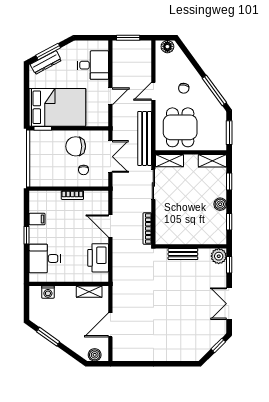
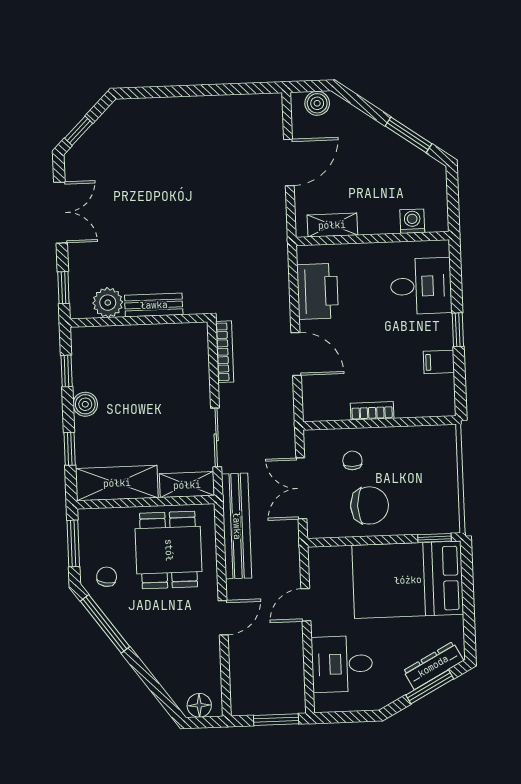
chair: (184, 88) -> (107, 577), moved
shelving: (212, 161) -> (117, 483), width x1.50, depth x1.33
plant: (219, 256) -> (108, 303), moved

